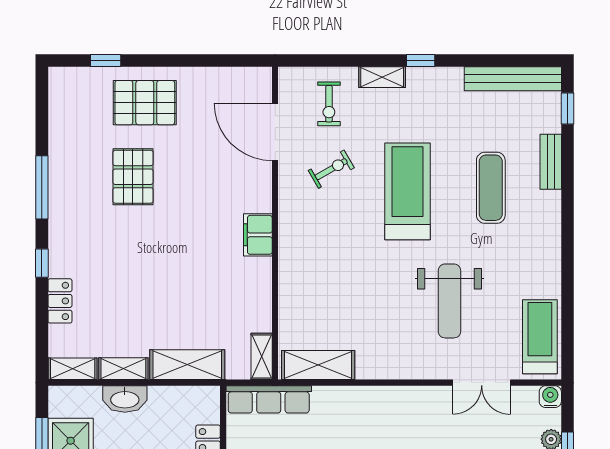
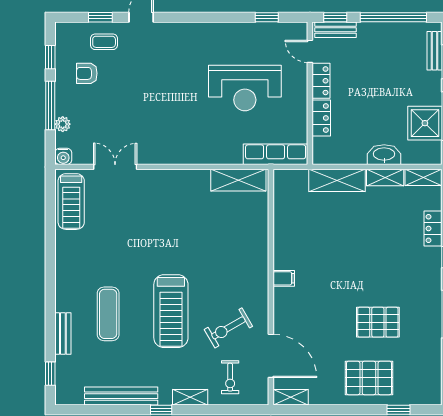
bench: (513, 79) -> (121, 396), moved
exercise bike: (329, 104) -> (230, 377), turned 180
exercise bike: (331, 169) -> (228, 328), width x1.38, depth x1.39
pallet: (133, 177) -> (378, 322), turned 90
filing cabinet: (258, 235) -> (284, 278), width x0.50
weight bench: (449, 301) -> (139, 228), removed
shelving: (262, 356) -> (291, 397), moved, turned 90

